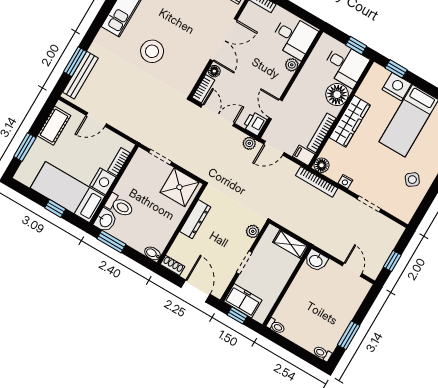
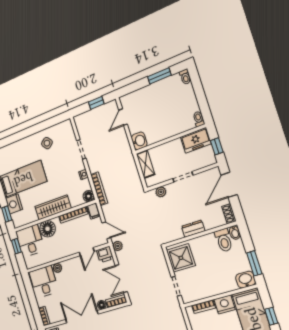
toilet: (119, 206) -> (224, 240), moved, turned 180
dresser: (195, 219) -> (193, 229), width x0.70
freezer: (243, 301) -> (196, 140), moved, turned -90

